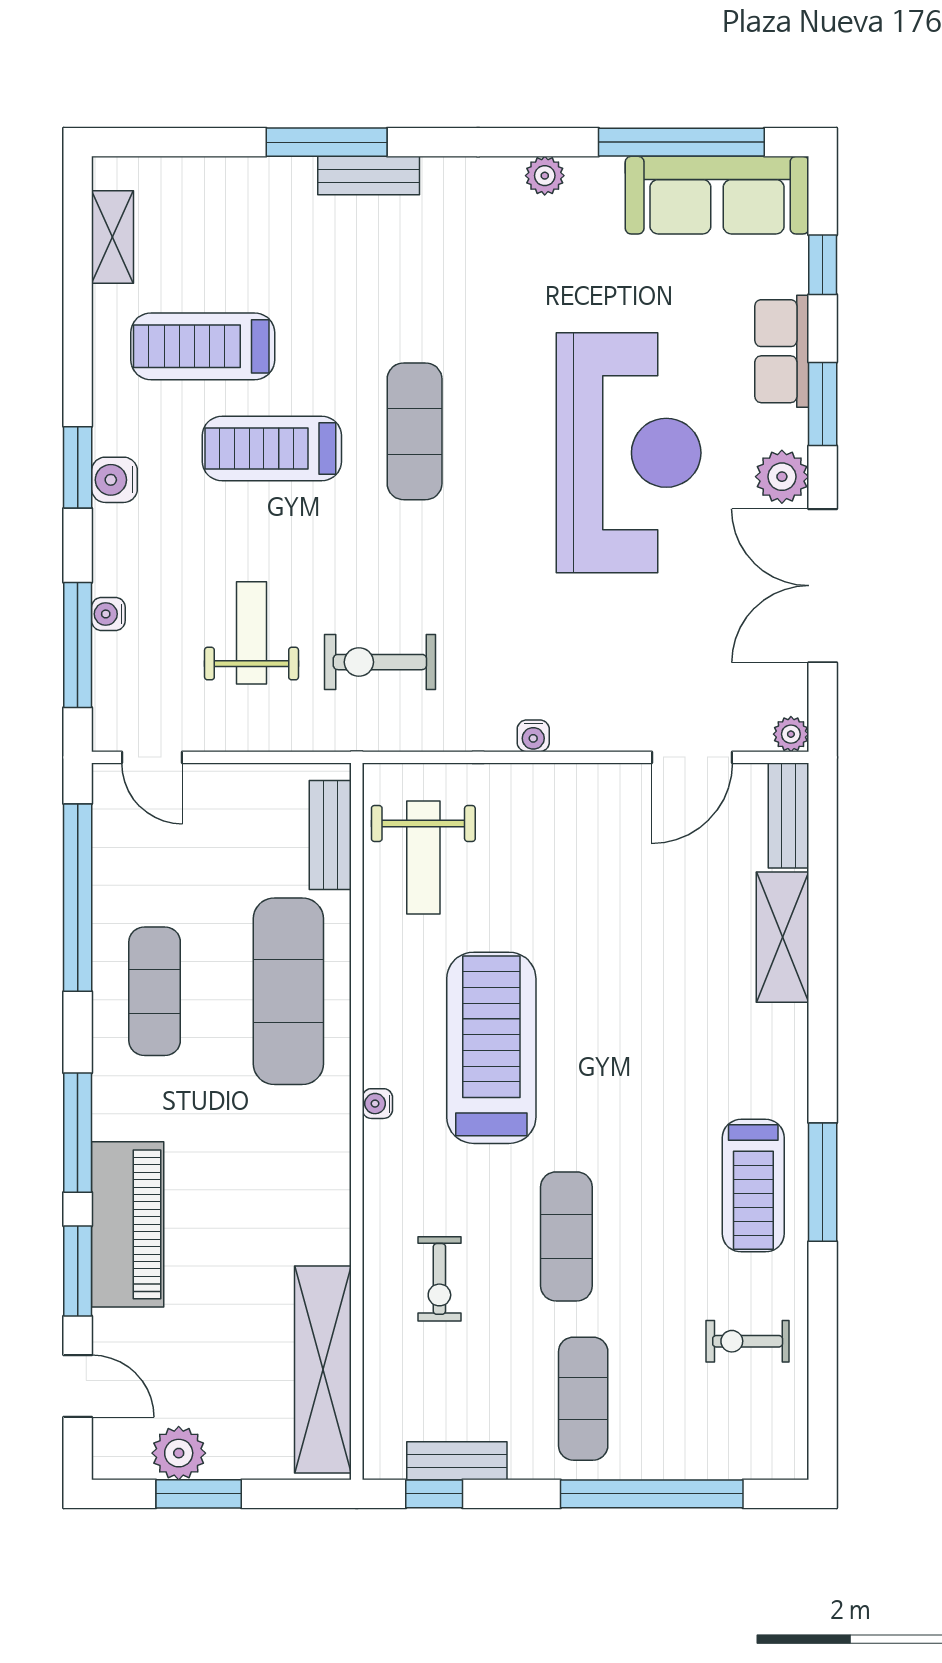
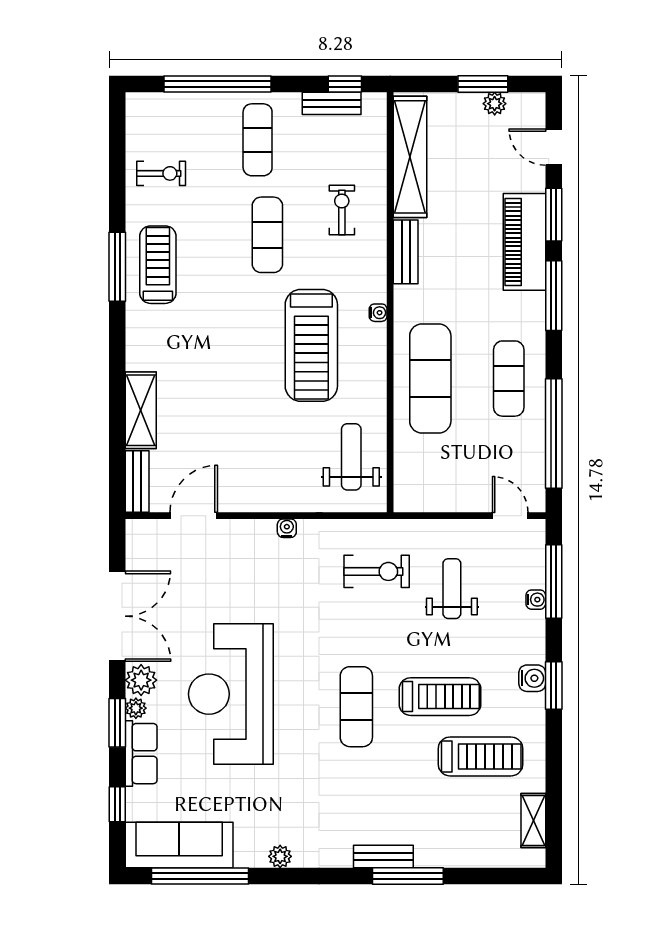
weight bench: (252, 633) -> (452, 589), turned 180
plant: (791, 734) -> (136, 708), moved
bench: (330, 835) -> (406, 252), moved
plant: (179, 1453) -> (495, 104), width x0.73, depth x0.73

